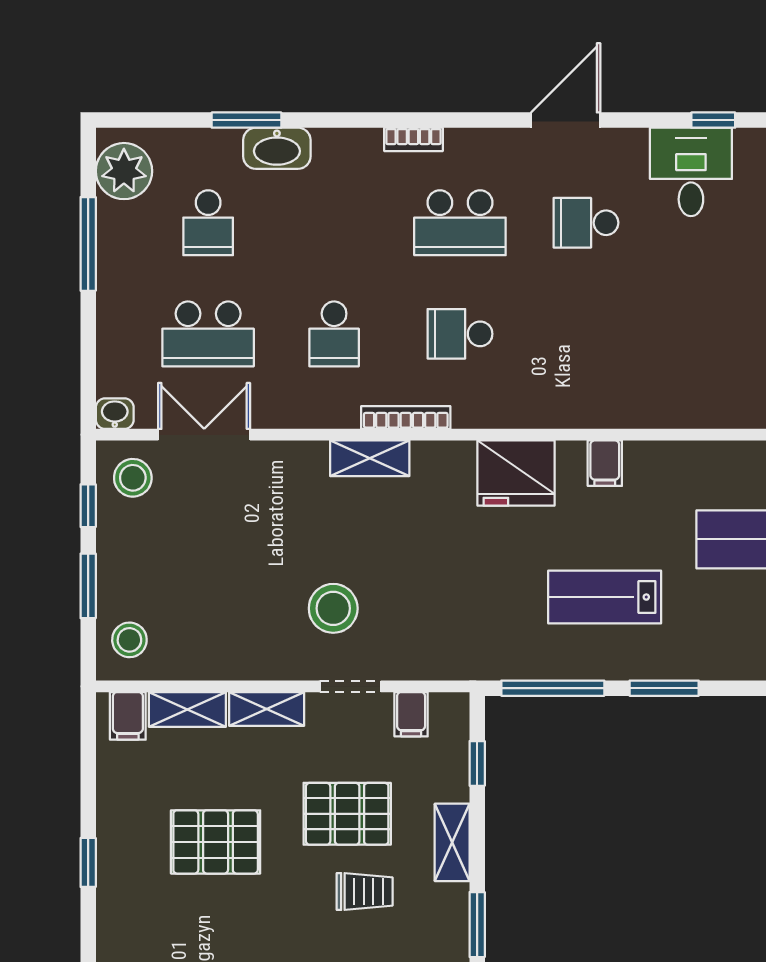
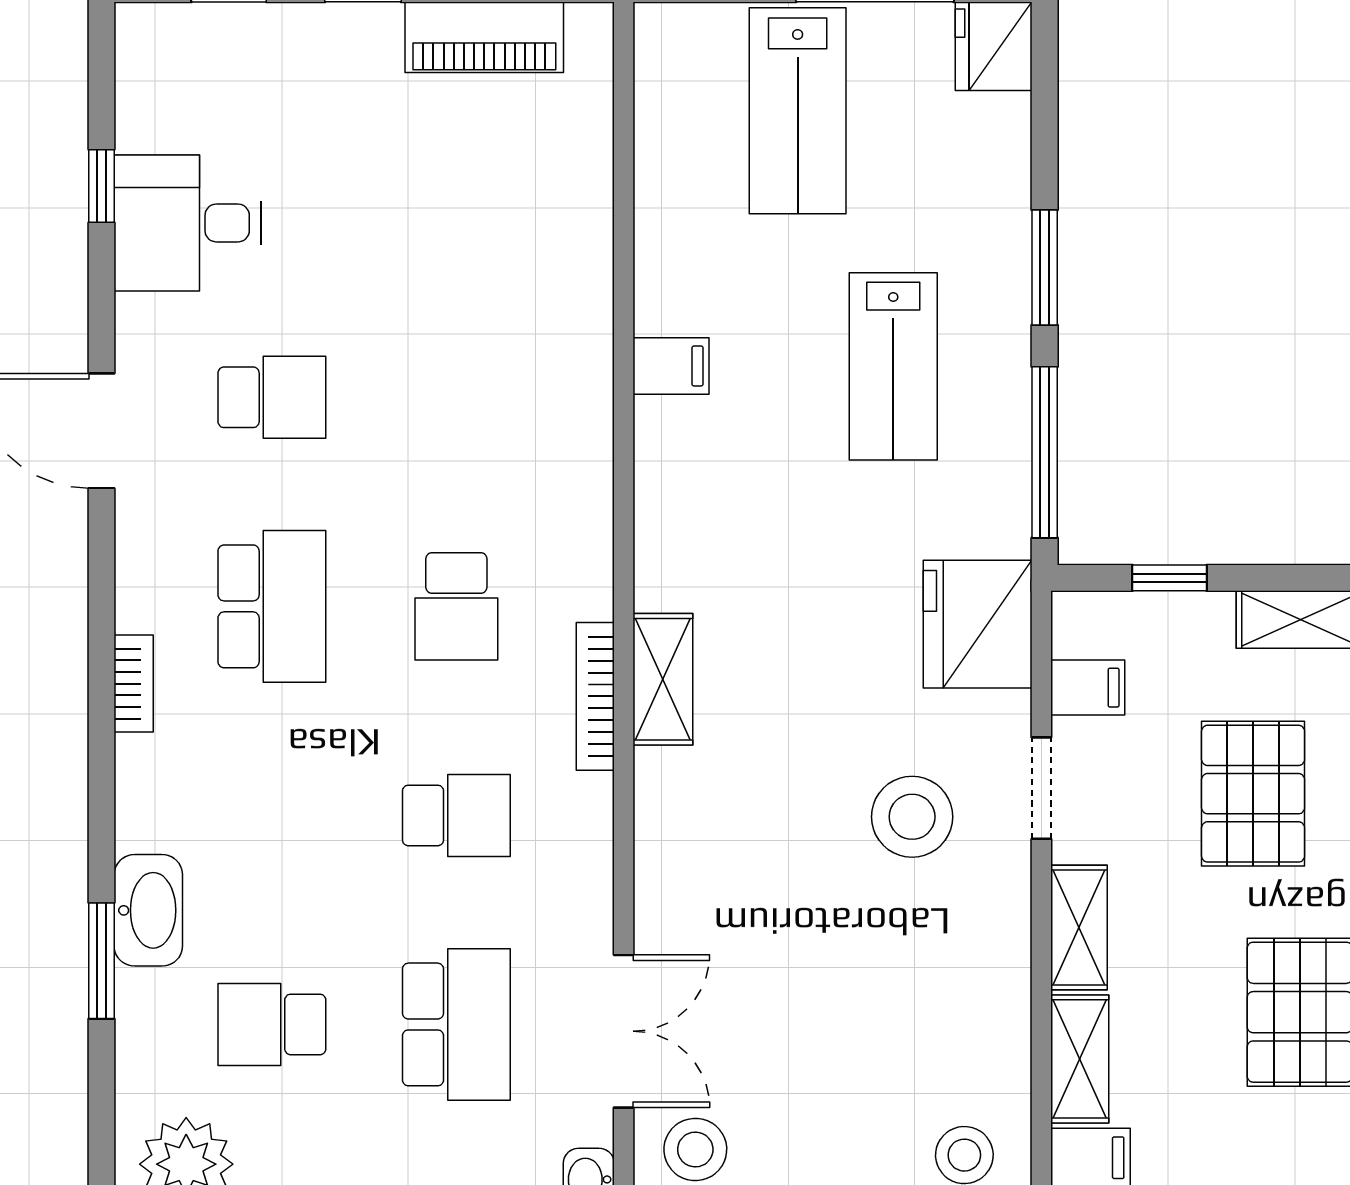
school desk: (208, 223) -> (272, 1024), turned 180
school desk: (586, 223) -> (272, 397), turned -90
double door: (204, 435) -> (624, 1031), swing flipped
shelving: (370, 458) -> (663, 679), moved
fridge: (516, 473) -> (978, 624), moved, turned 180

